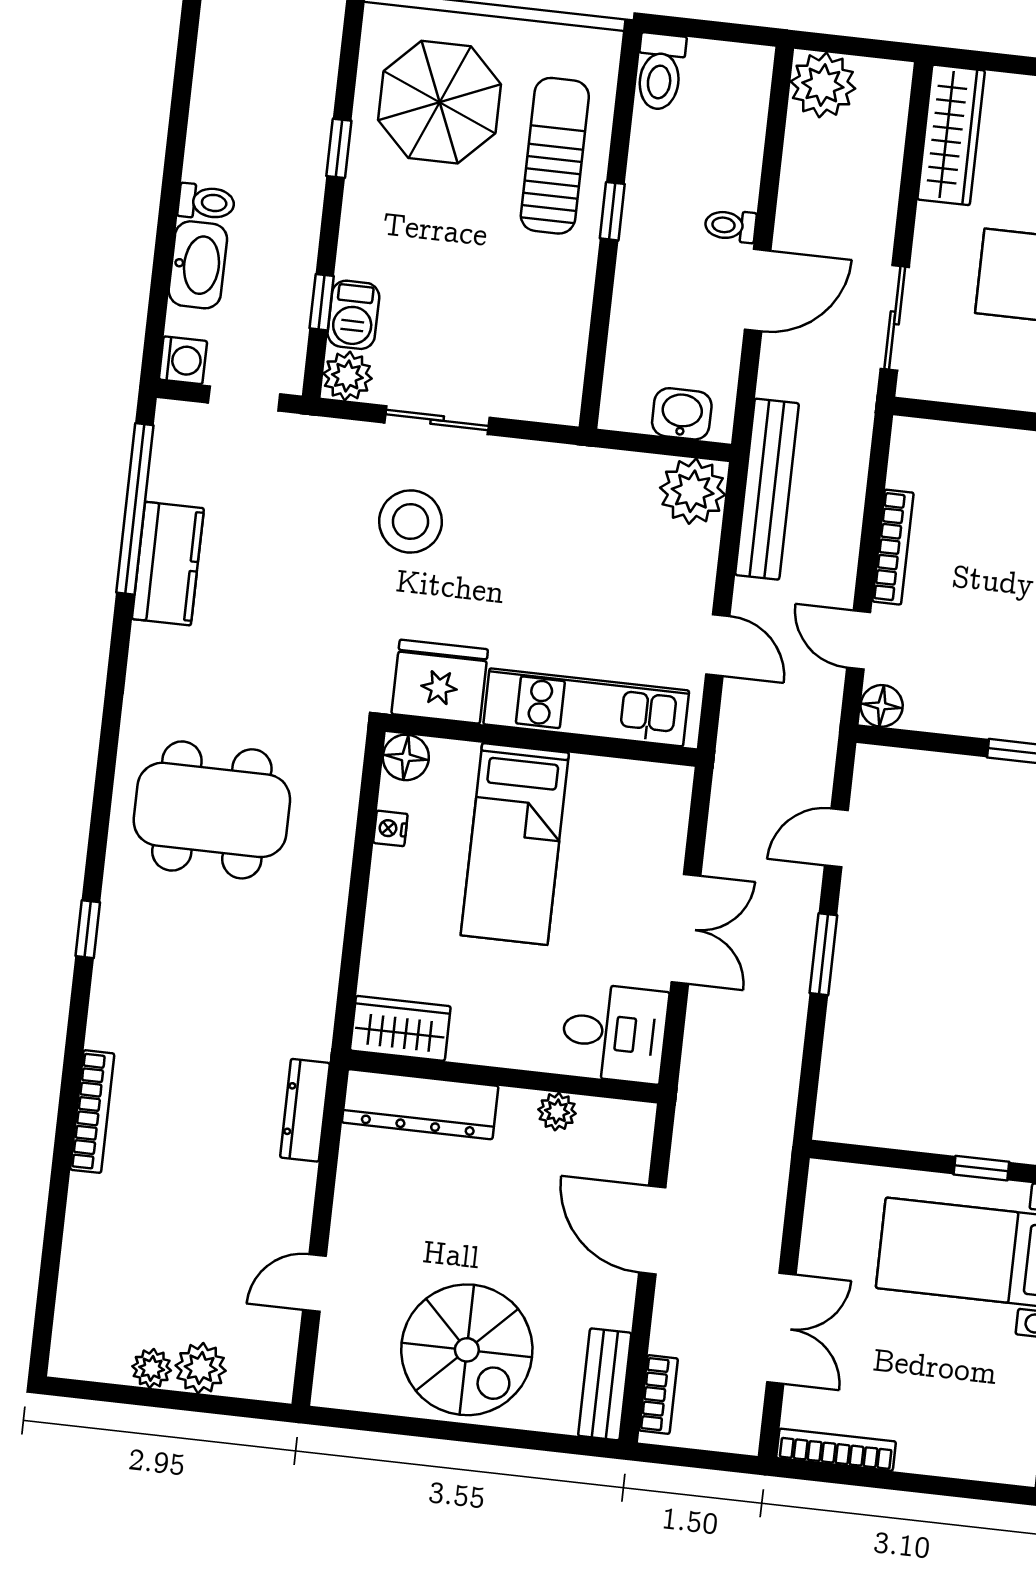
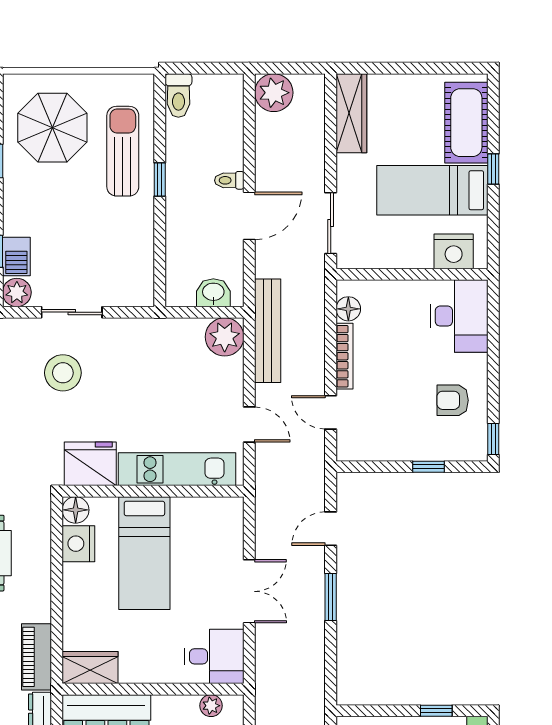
floor lamp: (882, 706) -> (348, 309), moved
nightstand: (390, 828) -> (78, 544), width x1.89, depth x1.79
piano: (311, 1000) -> (36, 657), added
plant: (557, 1112) -> (211, 706), moved

